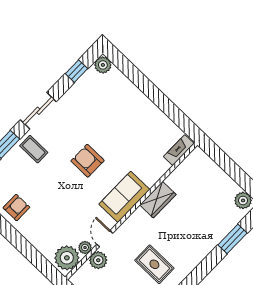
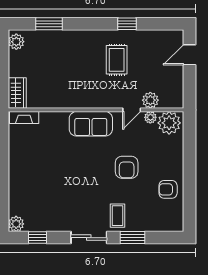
armchair: (88, 161) -> (127, 167), moved
wardrobe: (158, 200) -> (17, 93), moved, turned 90

